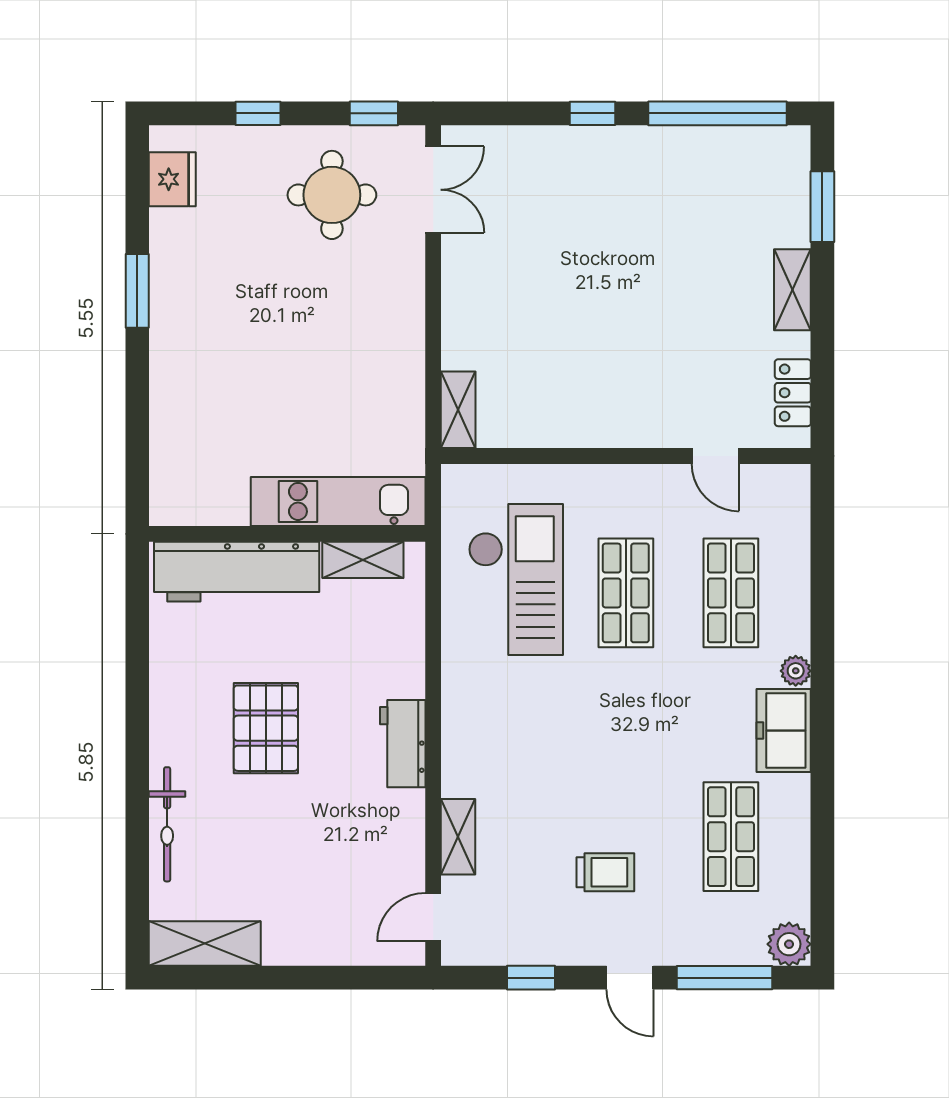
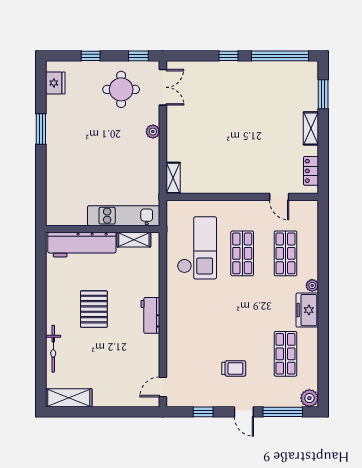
plant: (409, 297) -> (153, 132), added
shelving: (458, 837) -> (173, 354), removed

